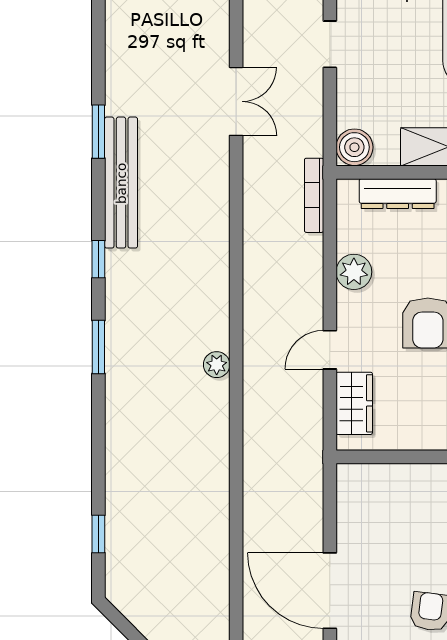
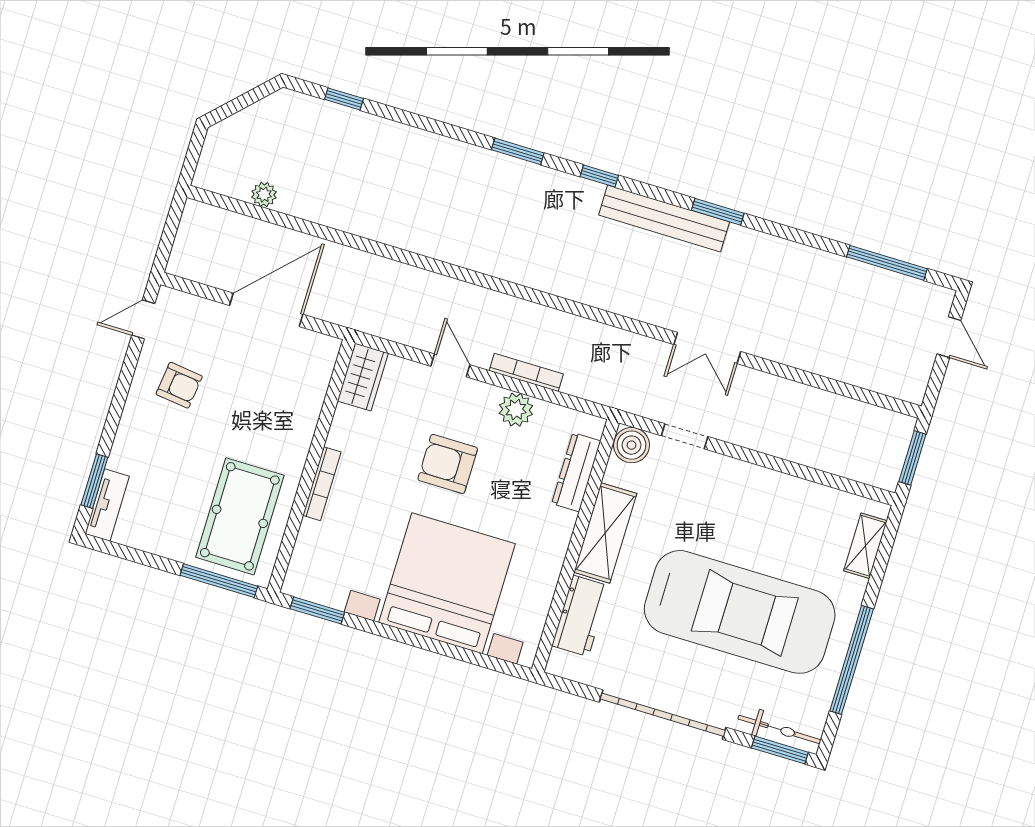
doorway: (330, 44) -> (685, 436), moved
bookcase: (314, 195) -> (526, 372), moved
plant: (217, 365) -> (264, 195), moved
wardrobe: (354, 403) -> (363, 377), moved, turned -90
door: (330, 591) -> (266, 310), moved

